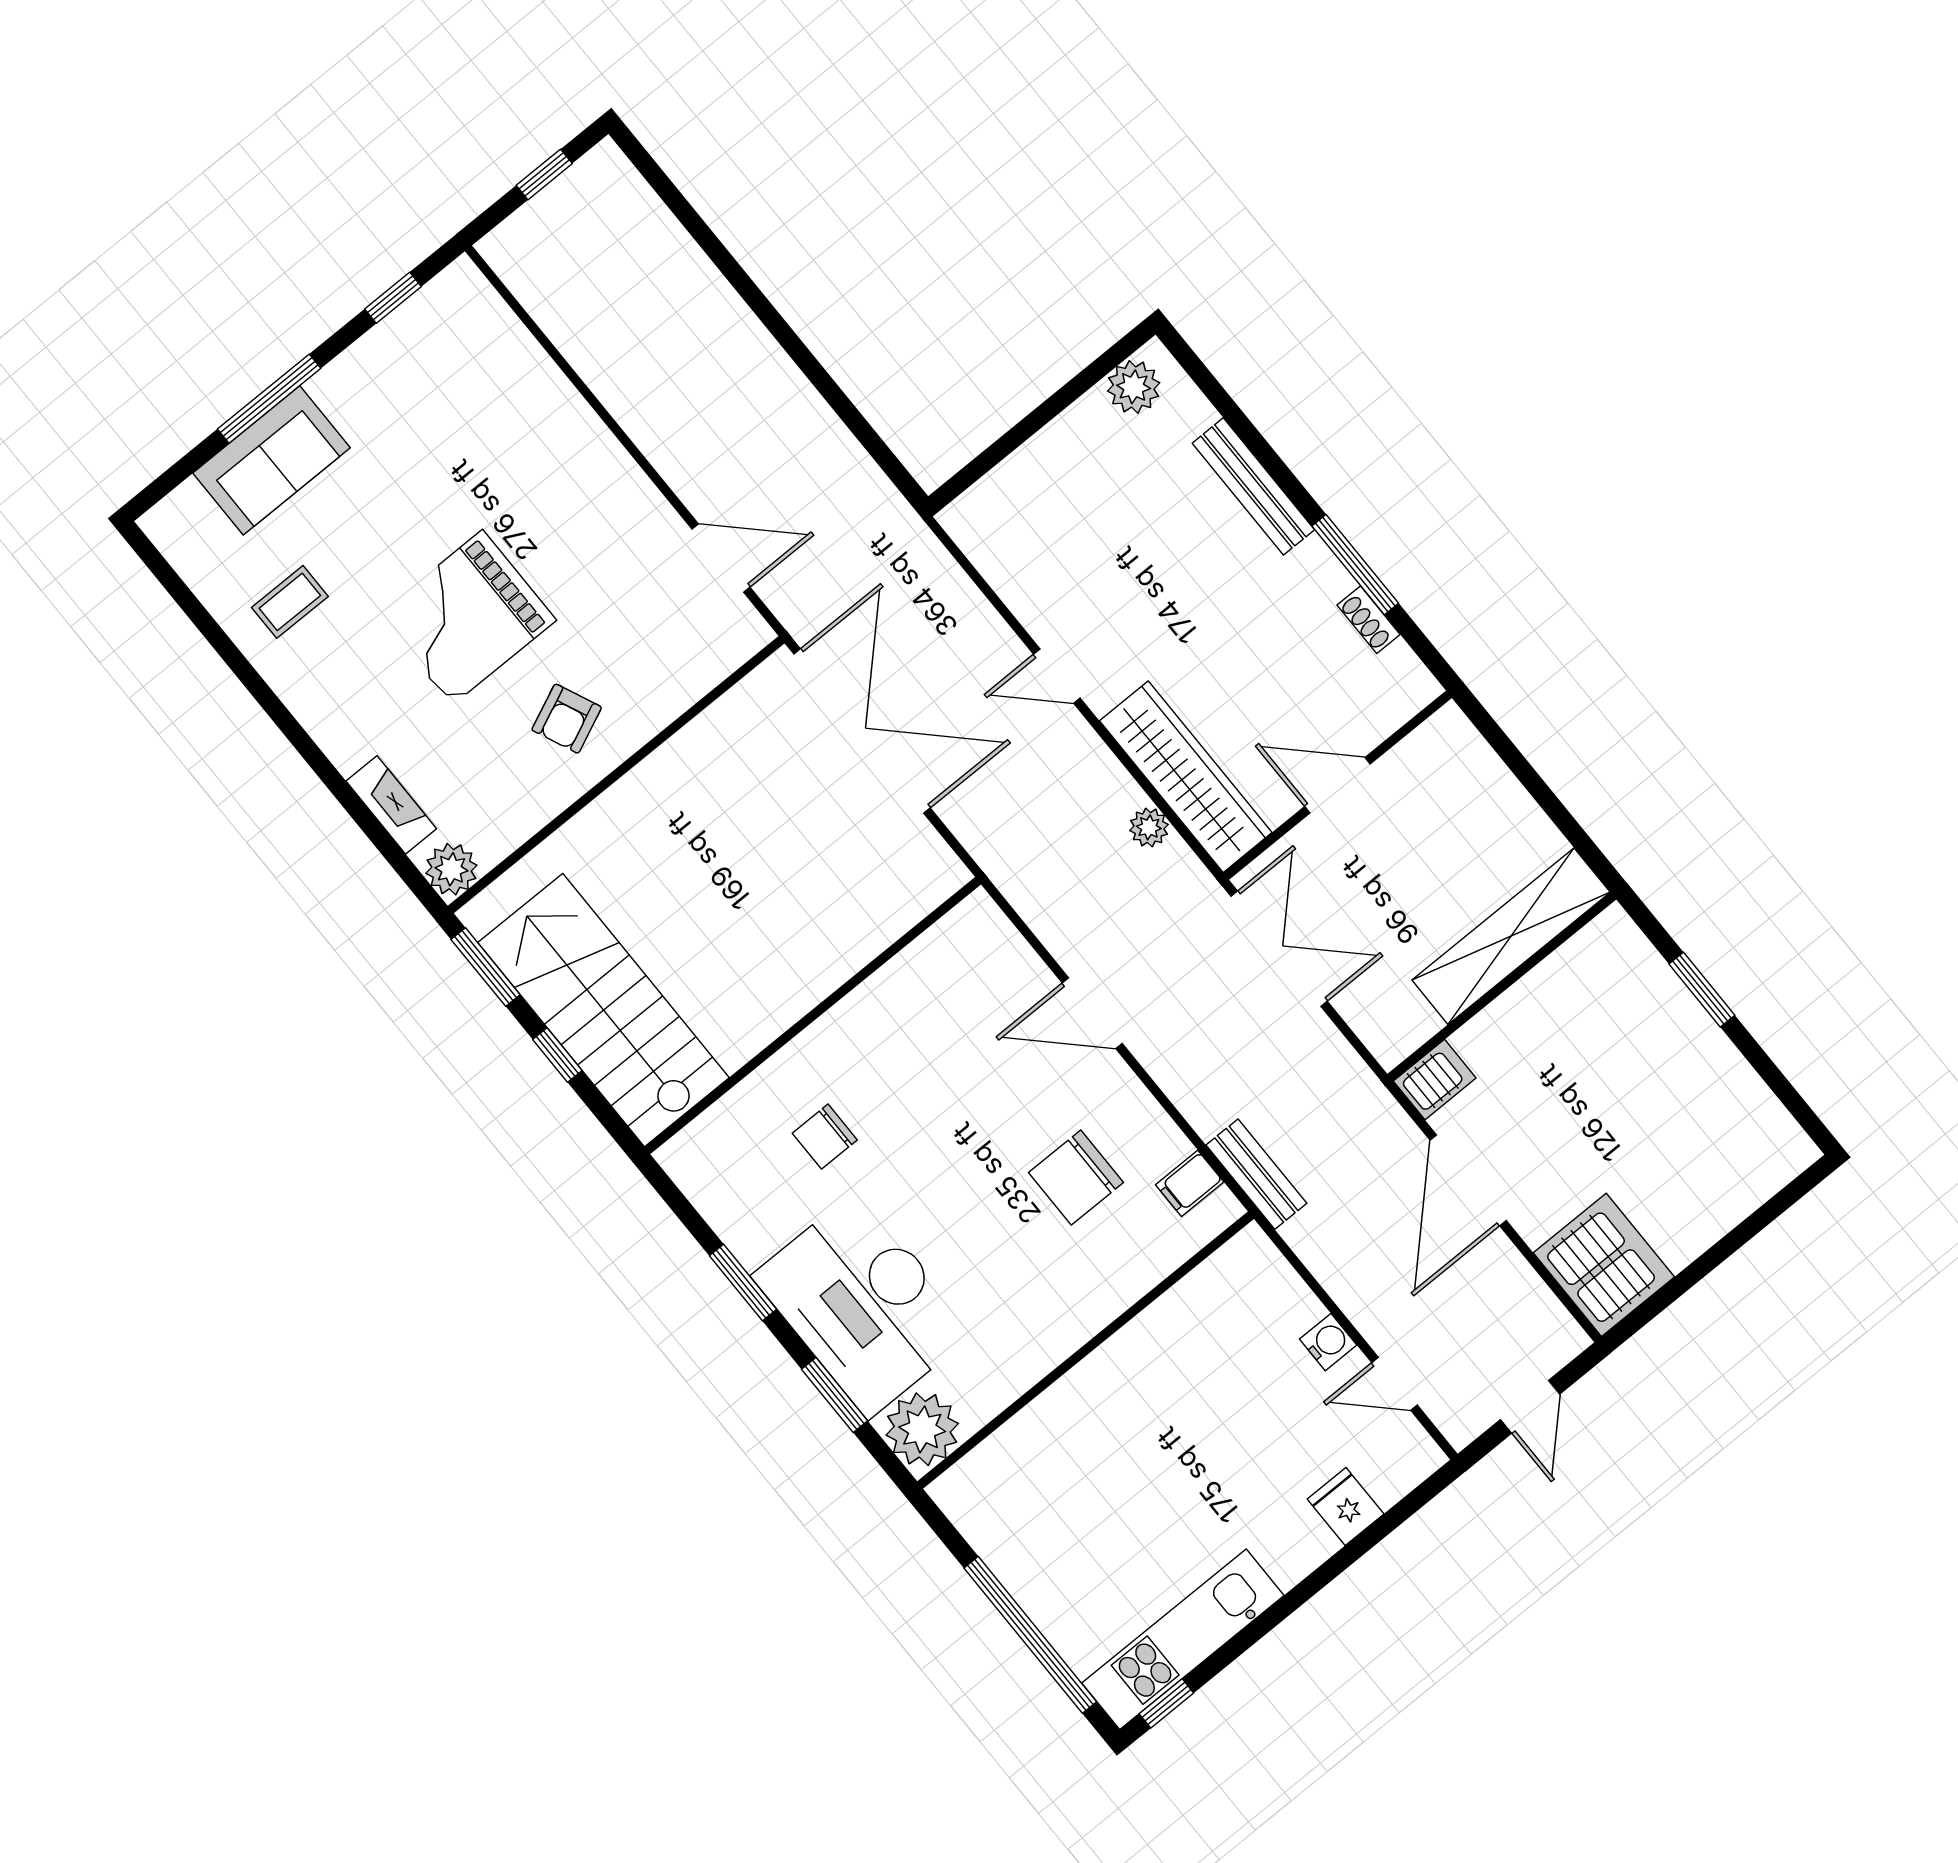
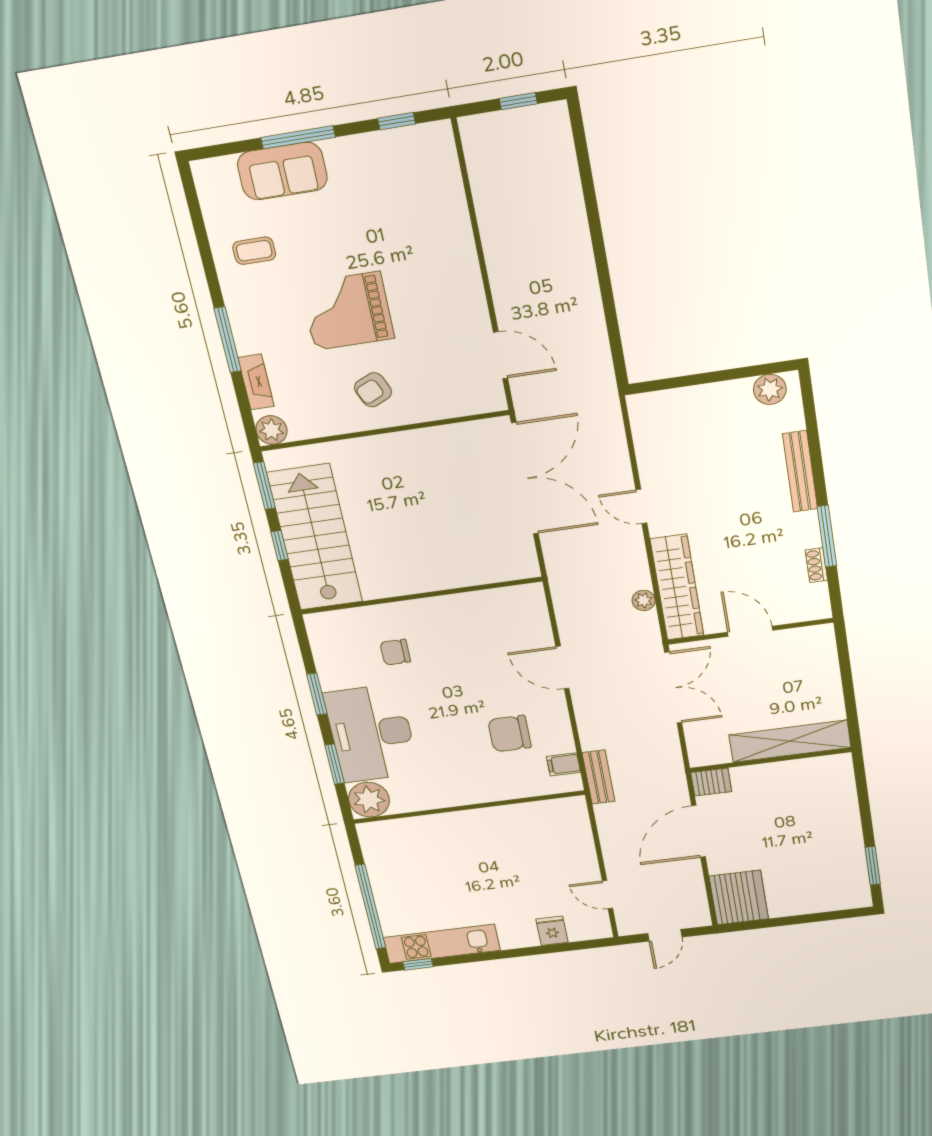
window: (318, 762) -> (228, 340), added
window: (1702, 990) -> (873, 866), moved
water cooler: (1328, 1342) -> (587, 862), removed

